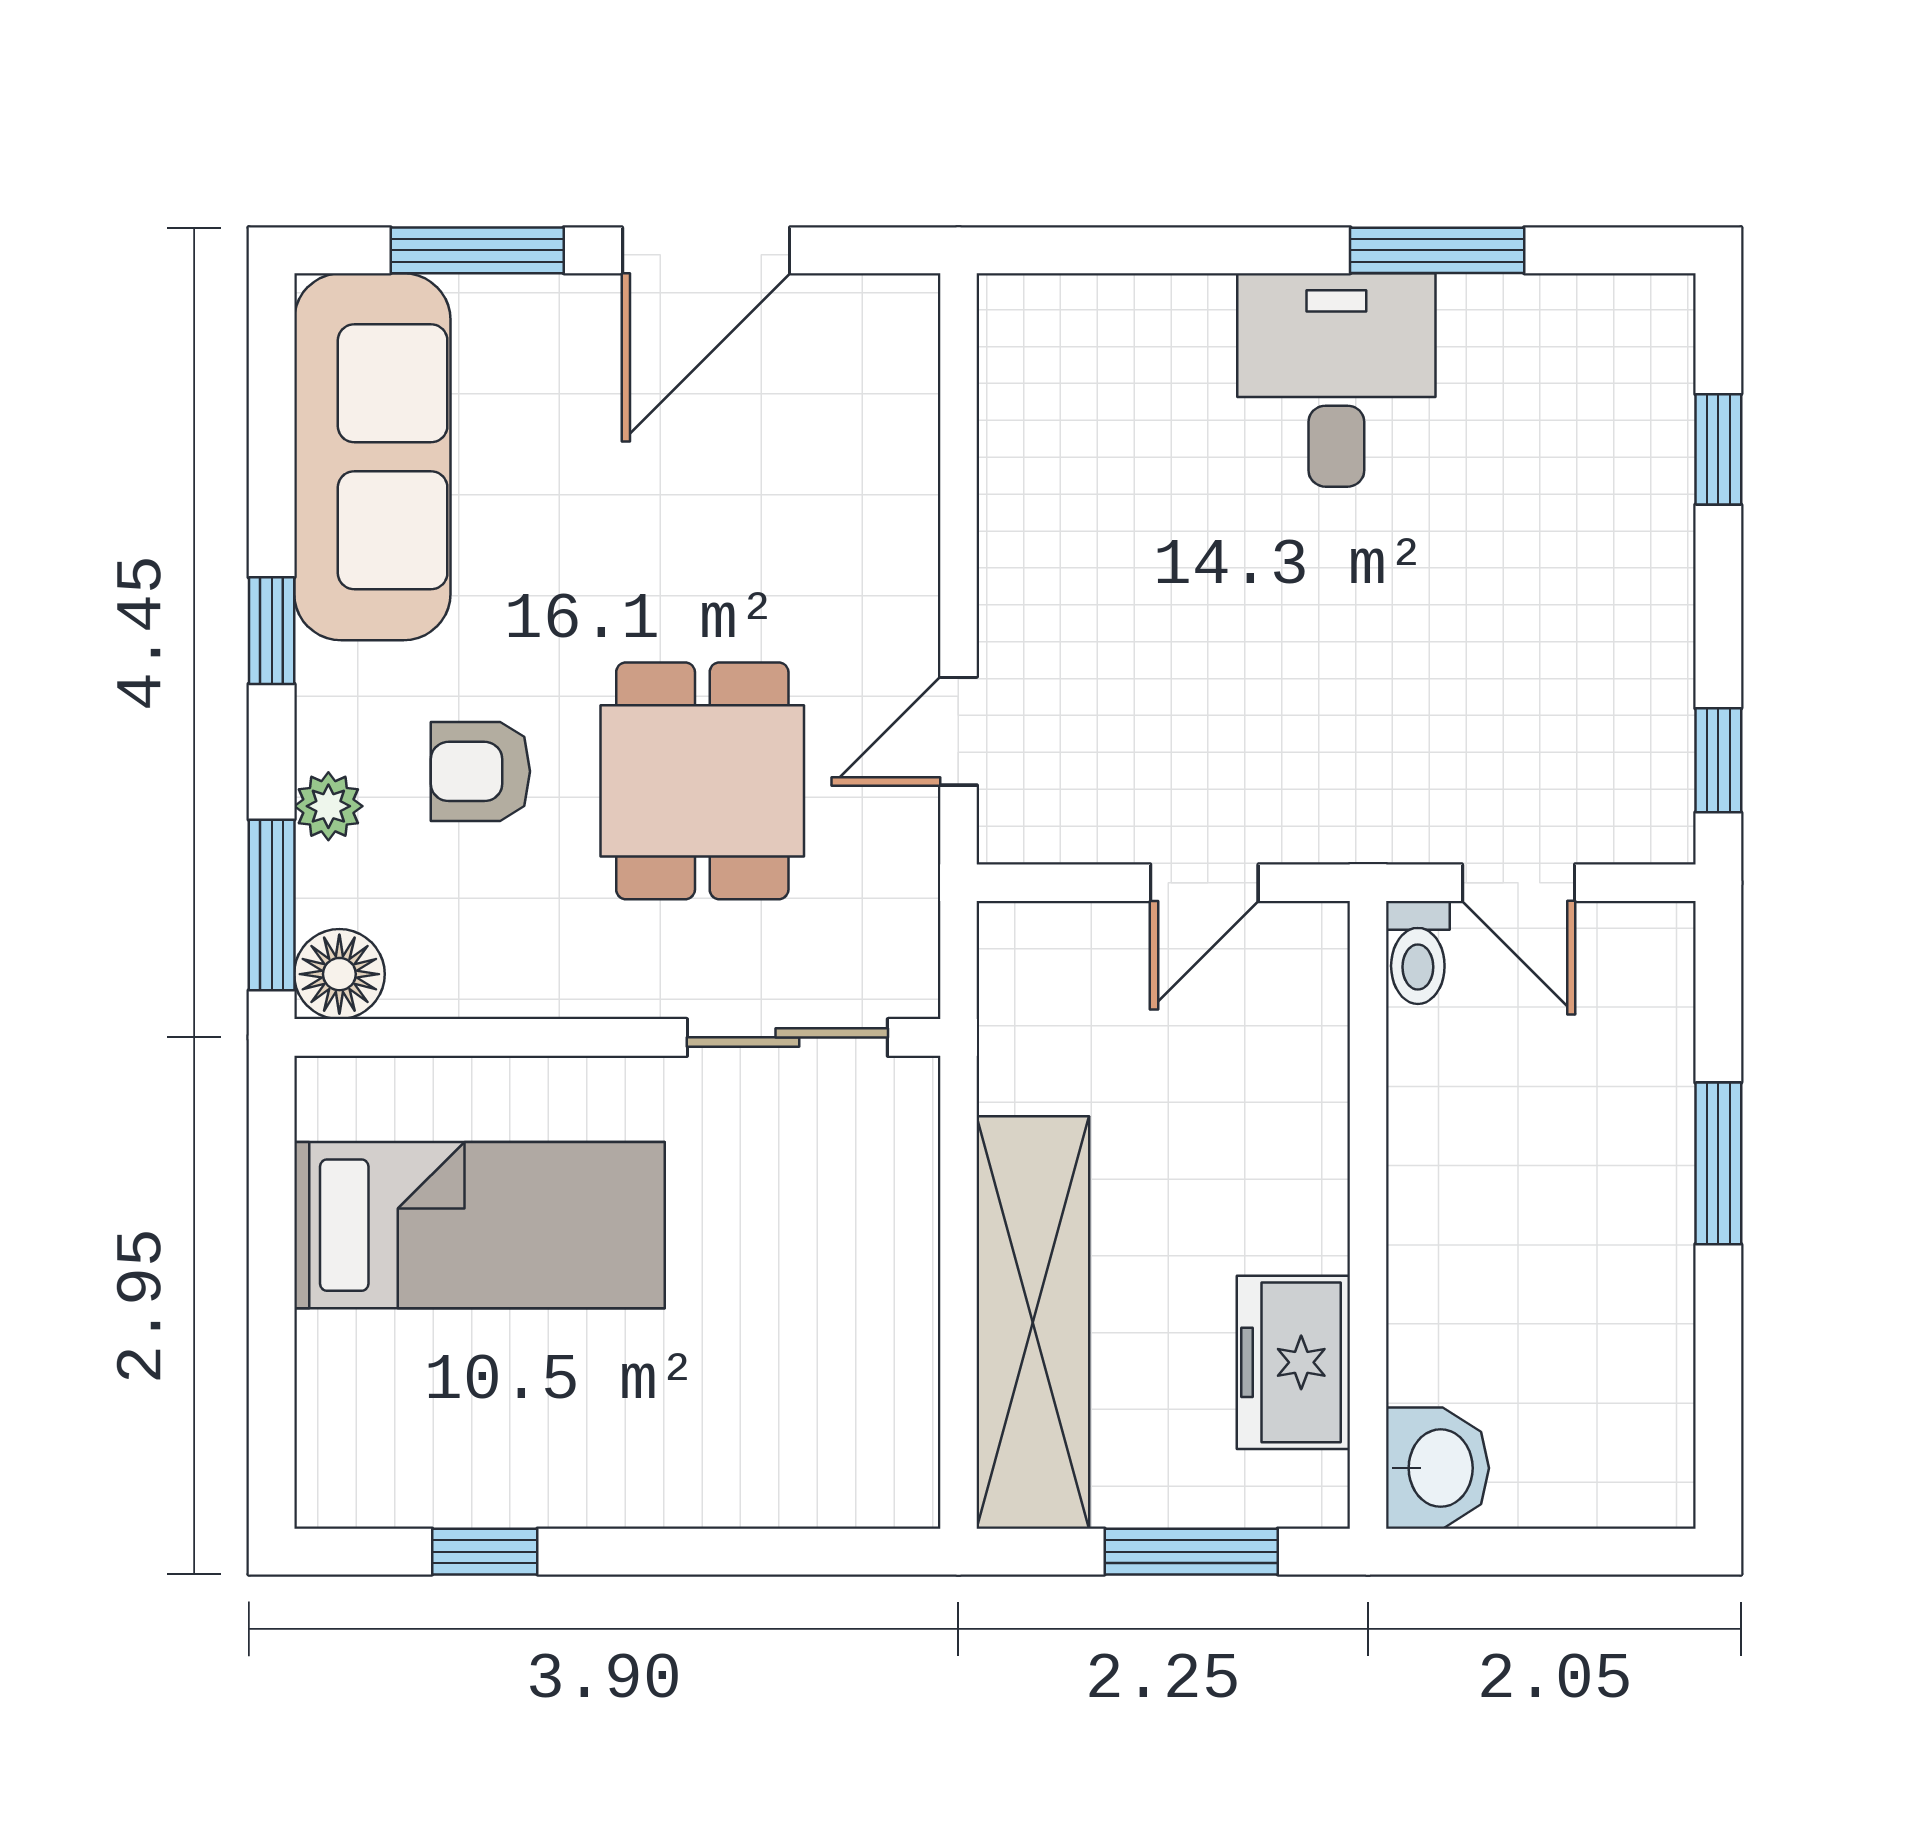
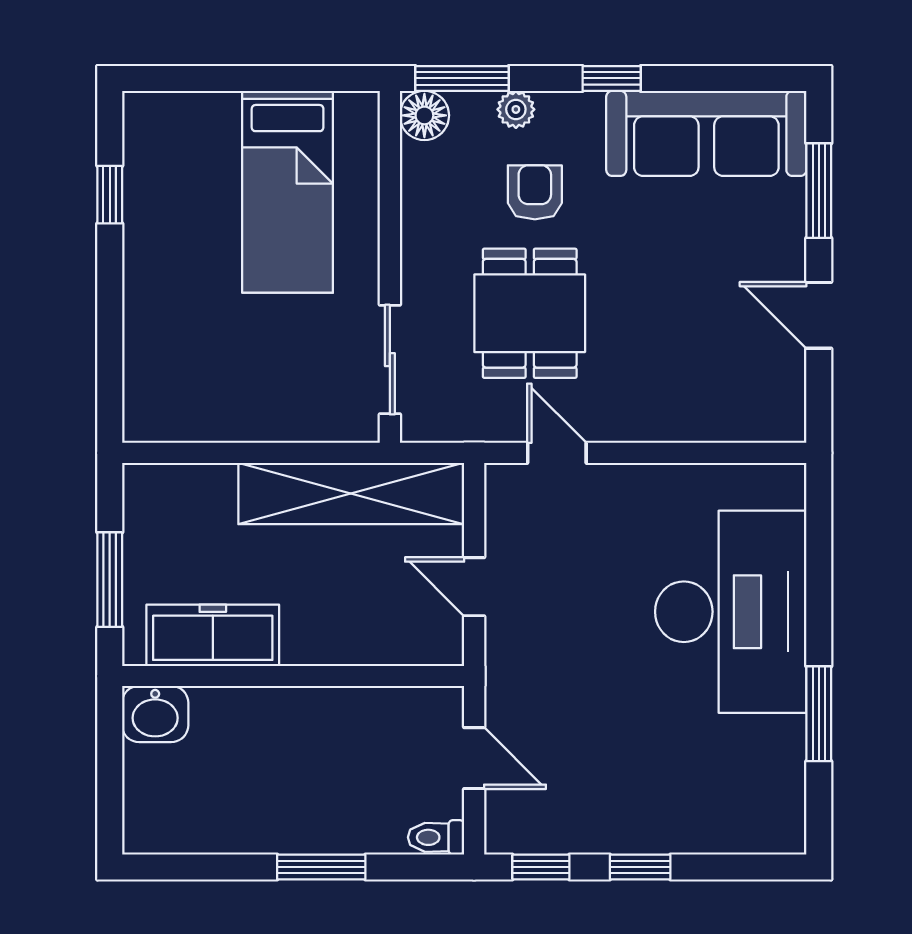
door: (706, 250) -> (819, 315), width x0.73
desk: (1336, 380) -> (731, 612), width x1.87, depth x1.30
window: (1718, 449) -> (640, 867), moved
dining table: (702, 781) -> (530, 313), turned 90
door: (1519, 883) -> (474, 758), swing flipped
toilet: (1418, 953) -> (436, 837), moved
shelving: (1033, 1322) -> (351, 493), moved
freezer: (1293, 1362) -> (213, 635), width x1.40

